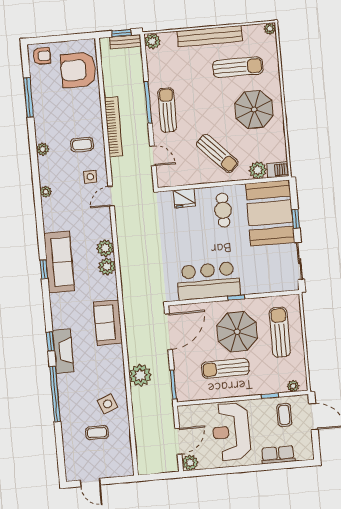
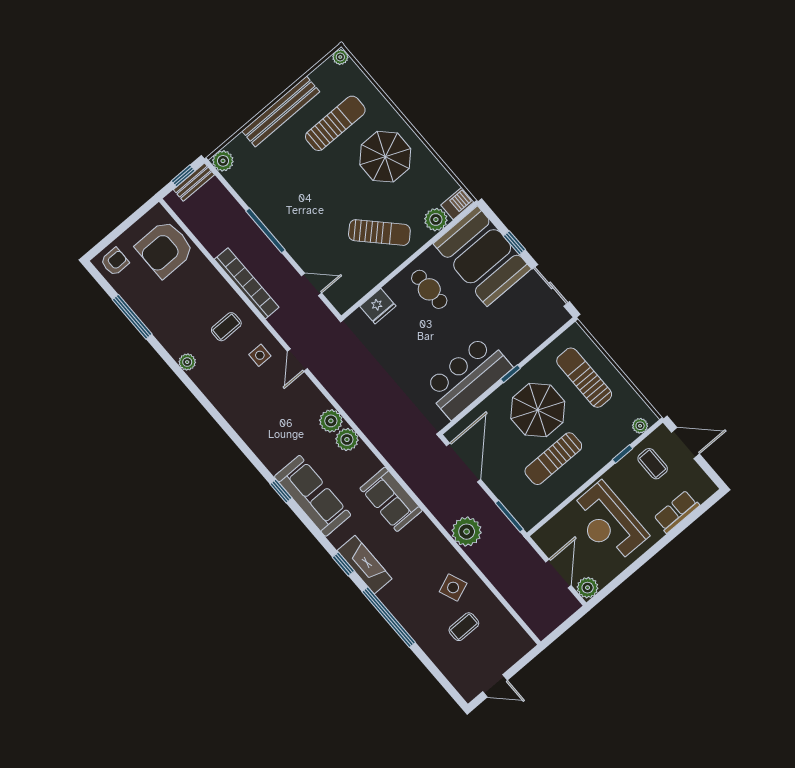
sun lounger: (167, 110) -> (292, 224), removed
plant: (46, 192) -> (223, 406), removed
sofa: (59, 262) -> (313, 496), moved

